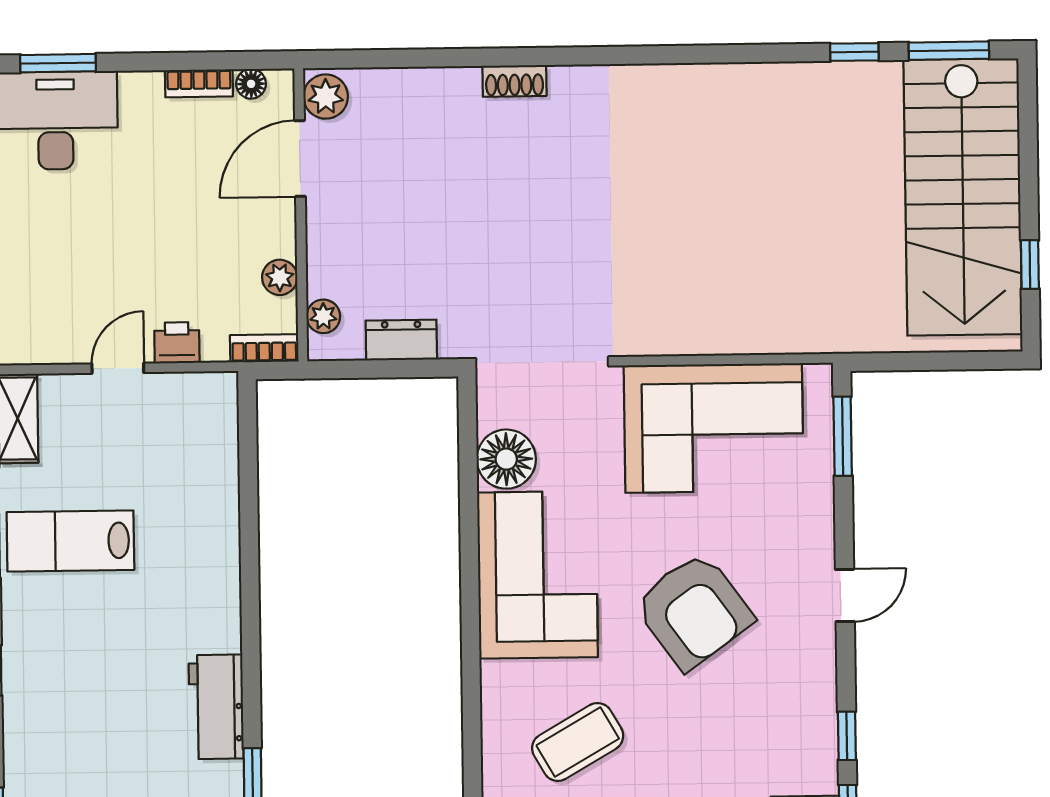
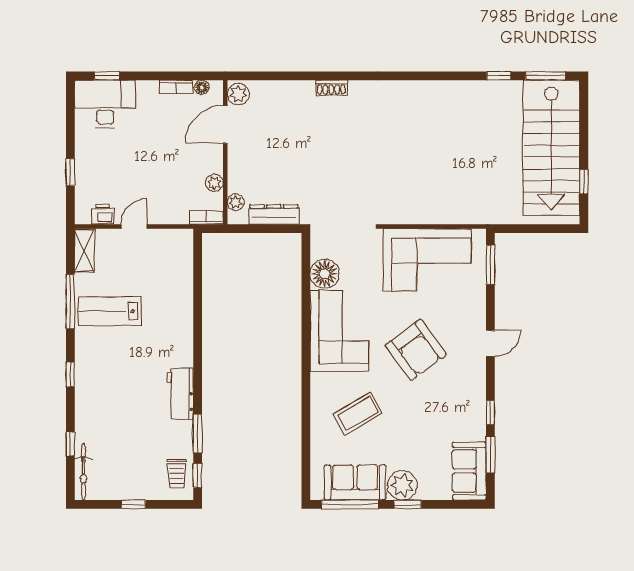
window: (58, 63) -> (107, 76), width x0.67
dresser: (401, 340) -> (274, 215), width x1.44
printer: (177, 343) -> (103, 214), moved

